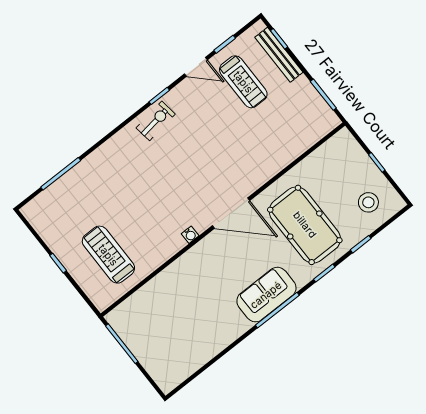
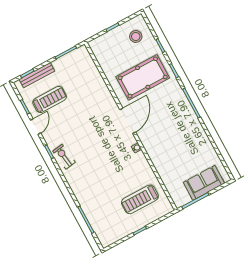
sofa: (266, 295) -> (204, 183), moved, turned 90

